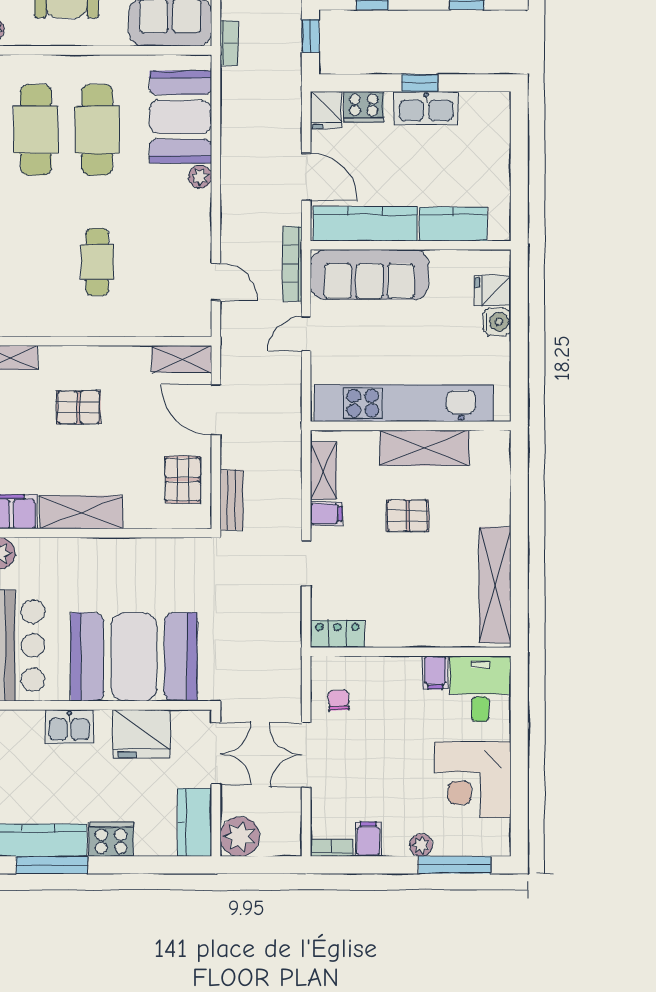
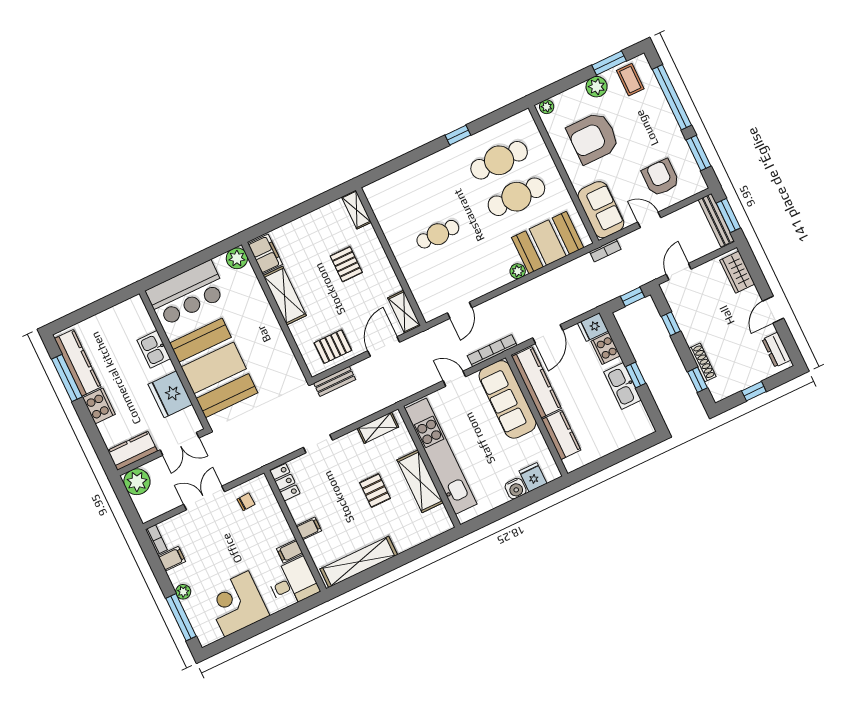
filing cabinet: (326, 514) -> (309, 528), moved, turned -90

